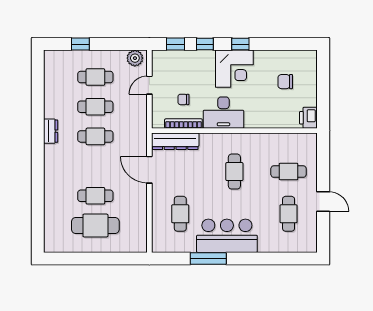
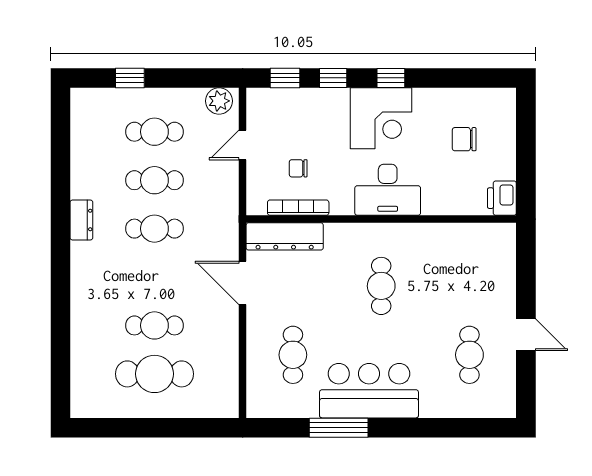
desk: (223, 113) -> (388, 190), moved
cafe table: (289, 172) -> (469, 286), removed

